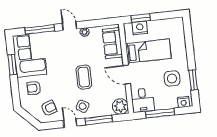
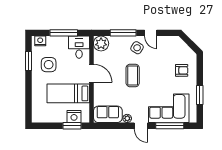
sofa: (112, 43) -> (108, 114), moved, turned -90
corner sofa: (30, 55) -> (169, 108), moved, turned 90
armchair: (49, 108) -> (169, 50), removed

